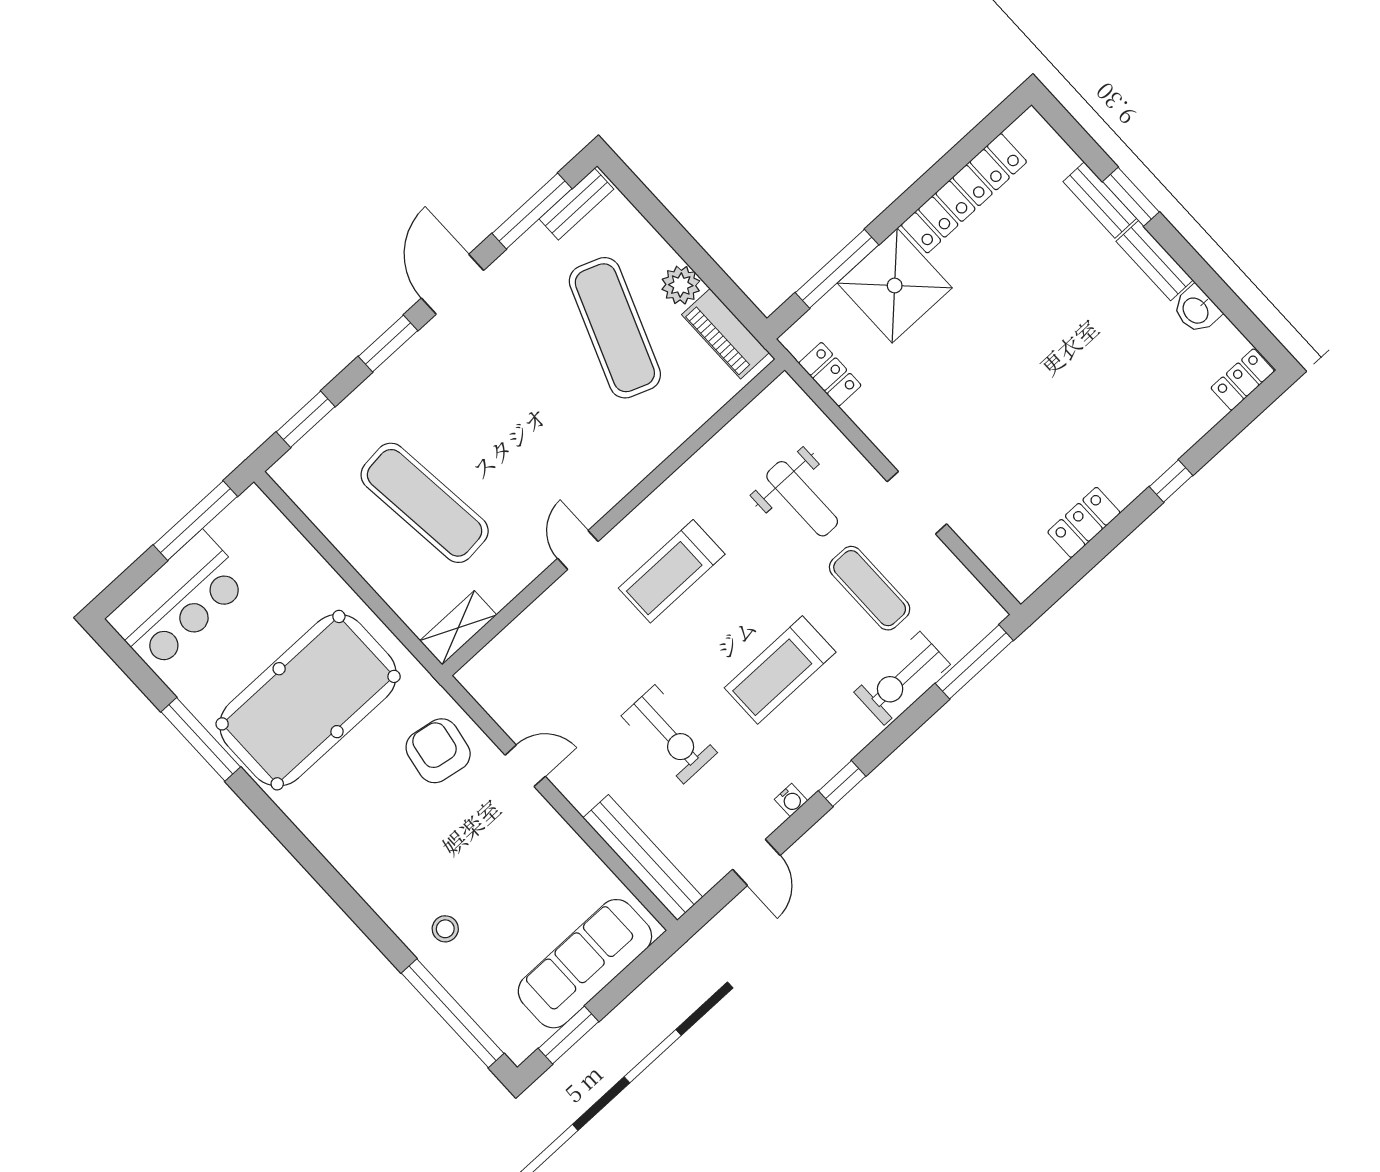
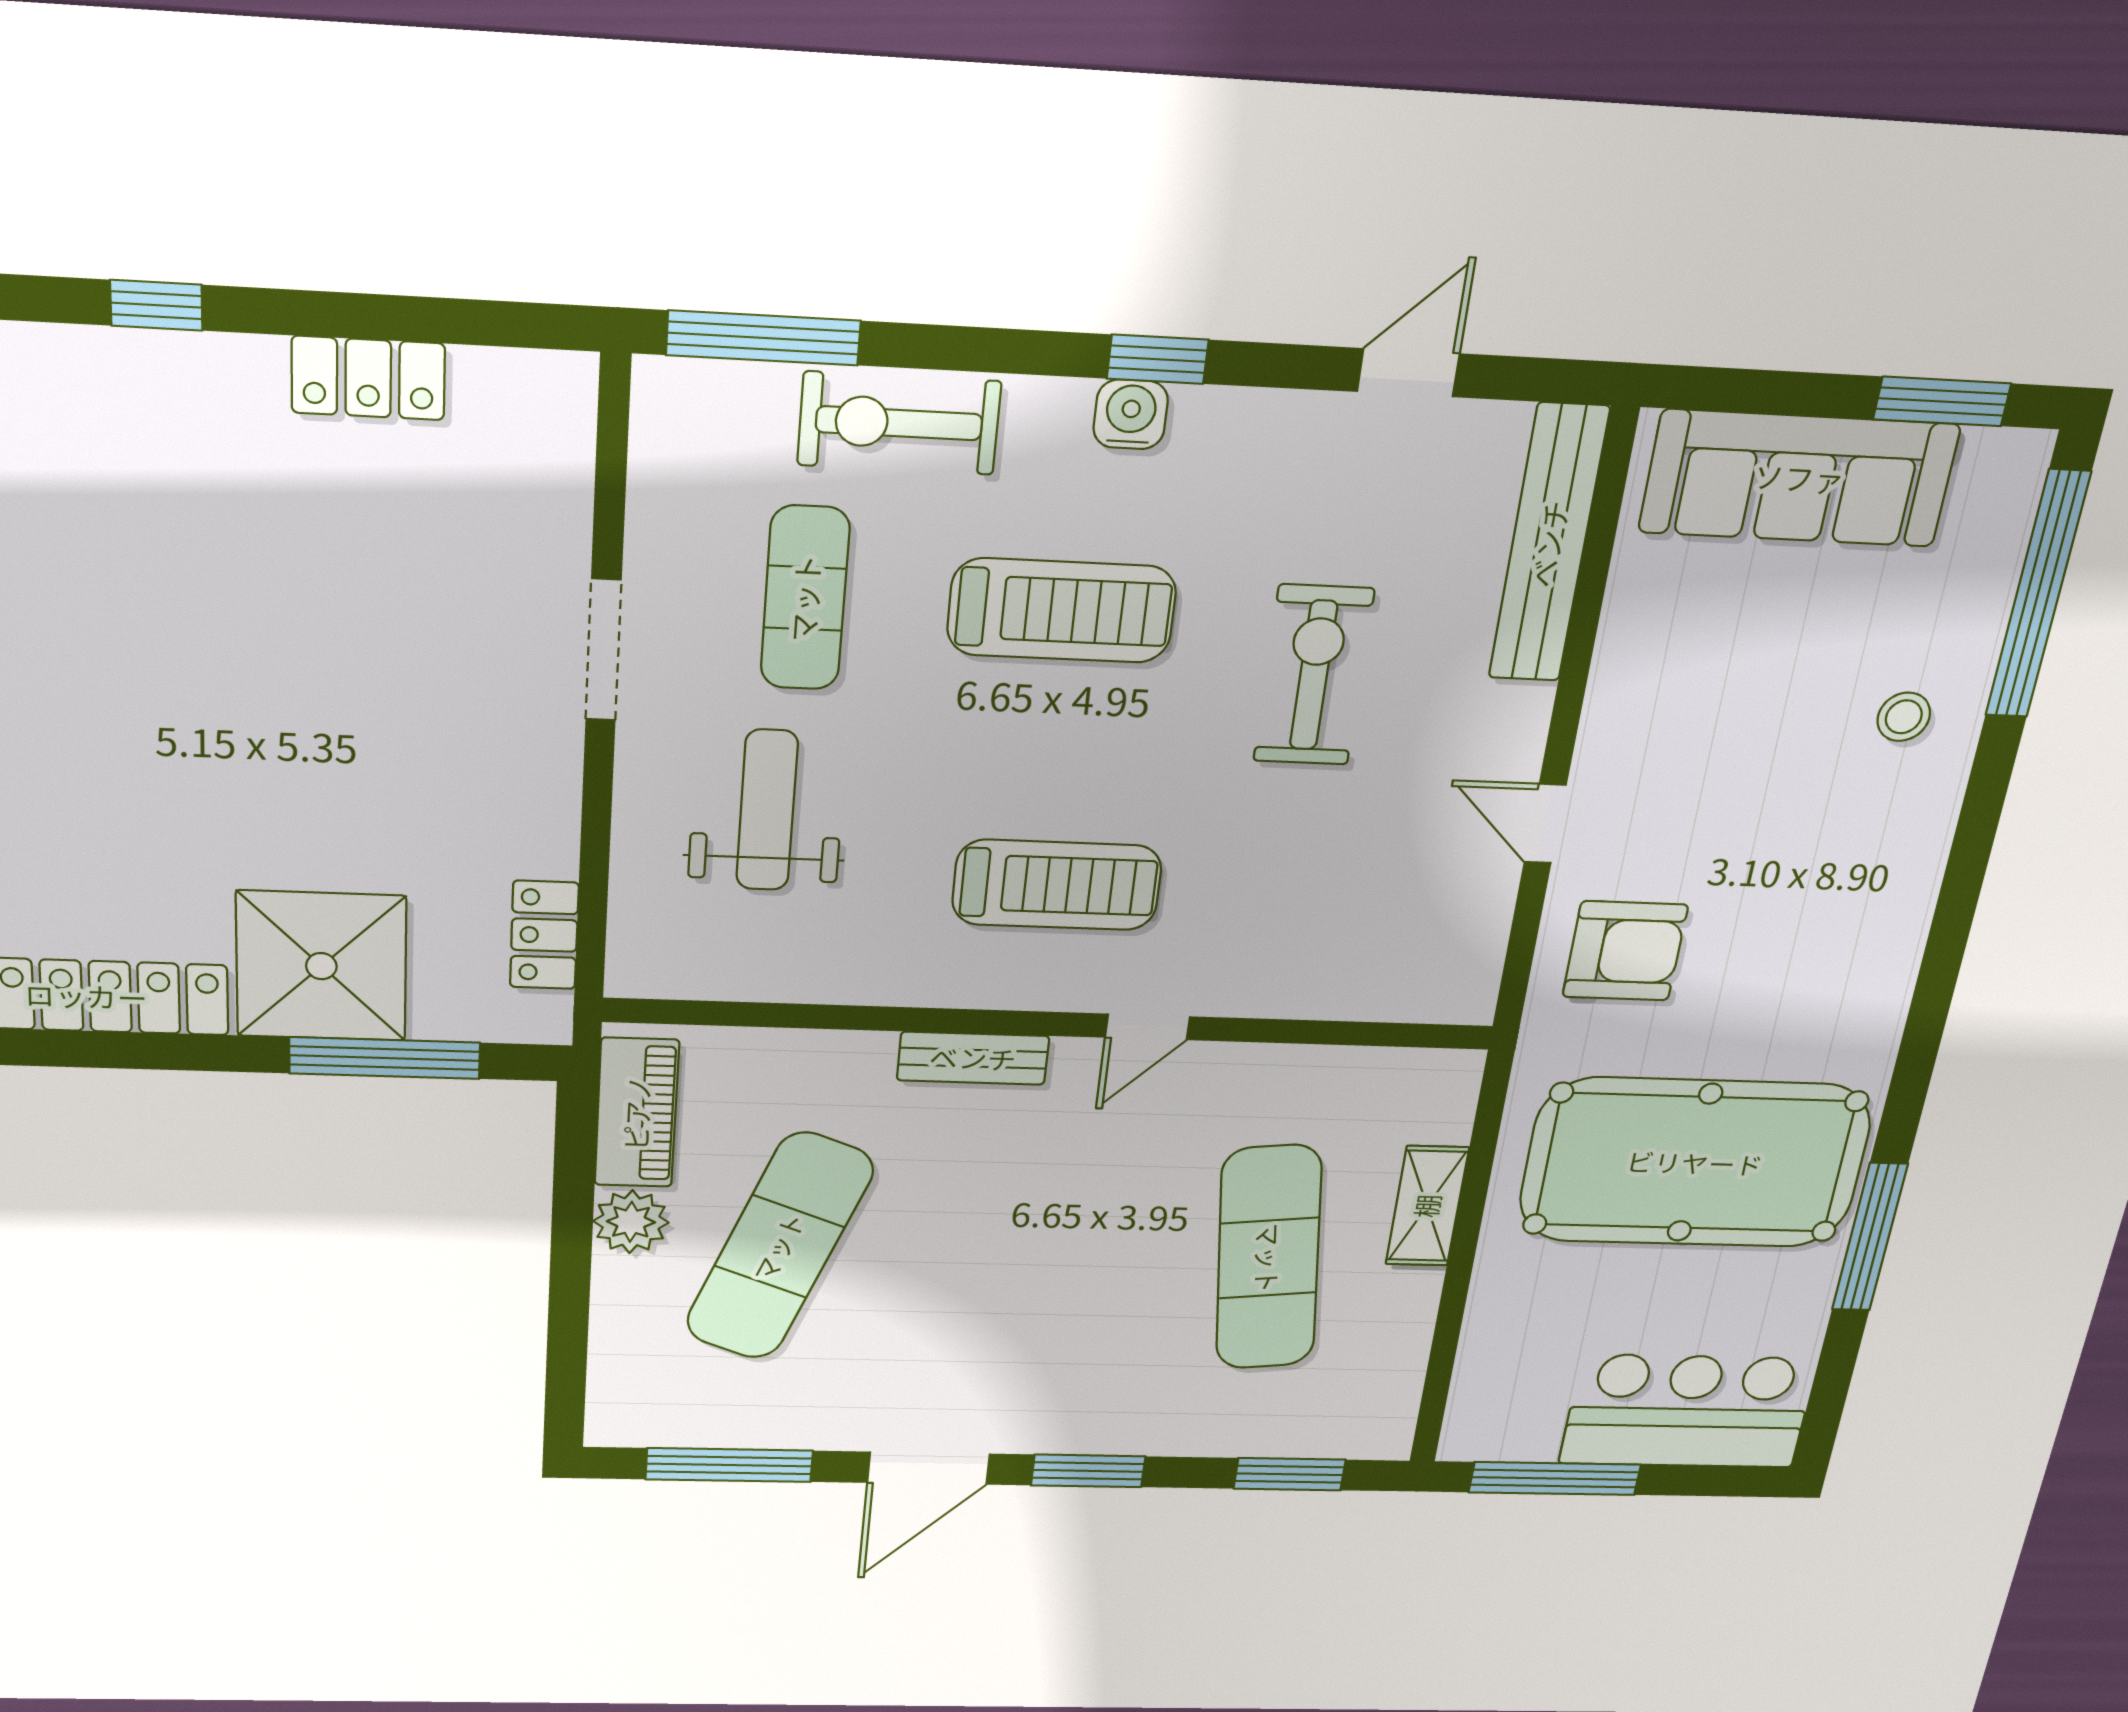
bench: (576, 204) -> (973, 1058), moved
shelving: (458, 628) -> (1427, 1206), moved, turned 90
exercise bike: (902, 678) -> (899, 423), turned 180
armchair: (438, 751) -> (1625, 951), turned -100
water cooler: (791, 800) -> (1131, 414), moved, width x1.38, depth x1.38

